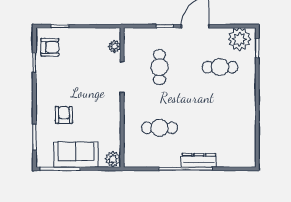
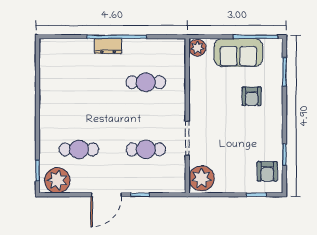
plant: (114, 46) -> (202, 178), width x1.88, depth x1.88
armchair: (50, 47) -> (267, 171), turned -90
cafe table: (159, 67) -> (146, 149), turned 90
dresser: (199, 160) -> (108, 46), width x0.70

